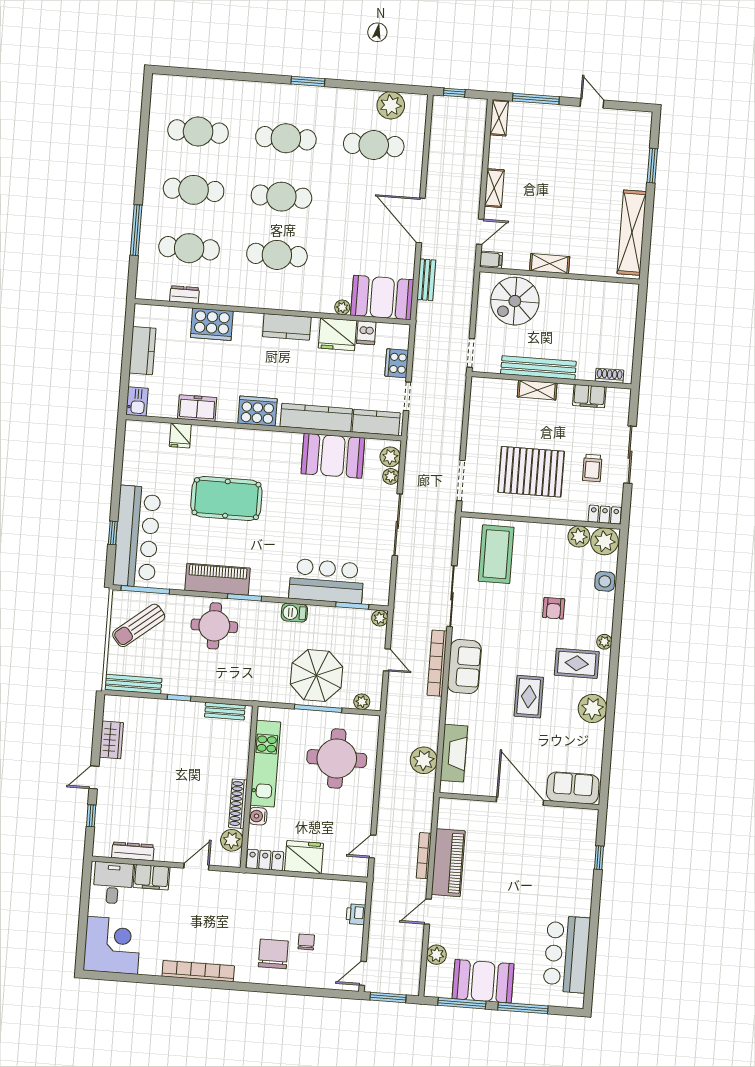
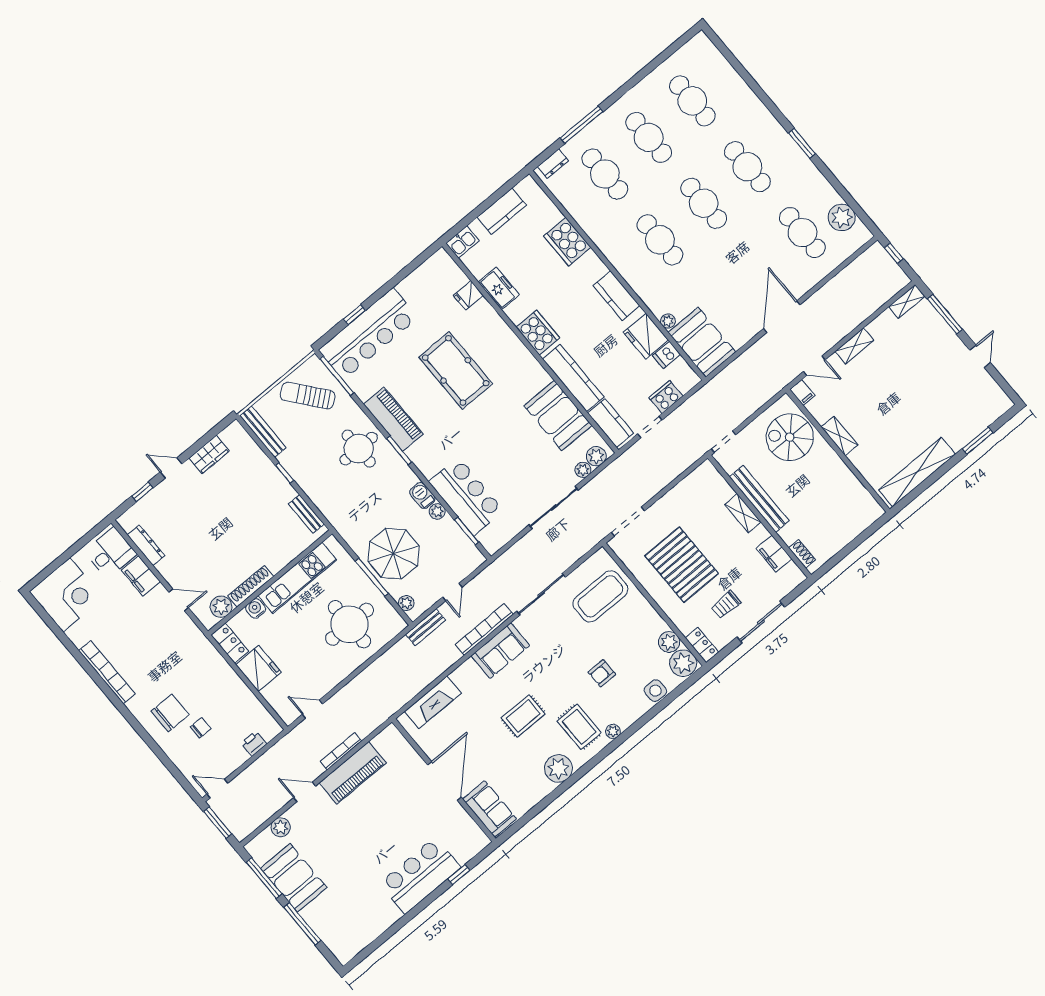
bench: (426, 280) -> (426, 627), moved
dresser: (185, 295) -> (553, 164), moved, turned 90
plant: (380, 618) -> (437, 511), moved
plant: (424, 760) -> (407, 686), removed
bar counter: (567, 954) -> (420, 875), moved

